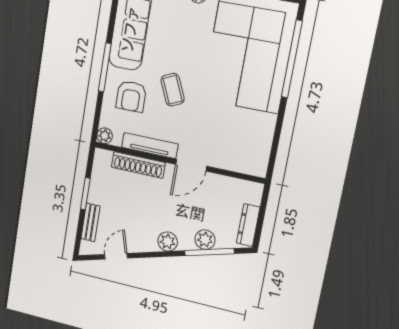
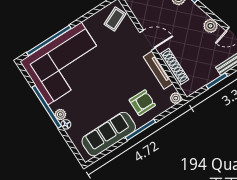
coffee table: (173, 90) -> (115, 19), moved
plant: (168, 242) -> (211, 26), moved

